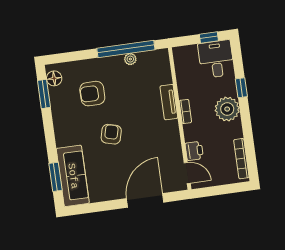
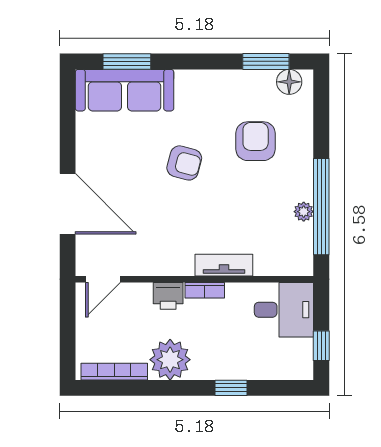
desk: (216, 59) -> (284, 310), moved
plant: (227, 109) -> (170, 360), moved
printer: (194, 151) -> (168, 296), moved

